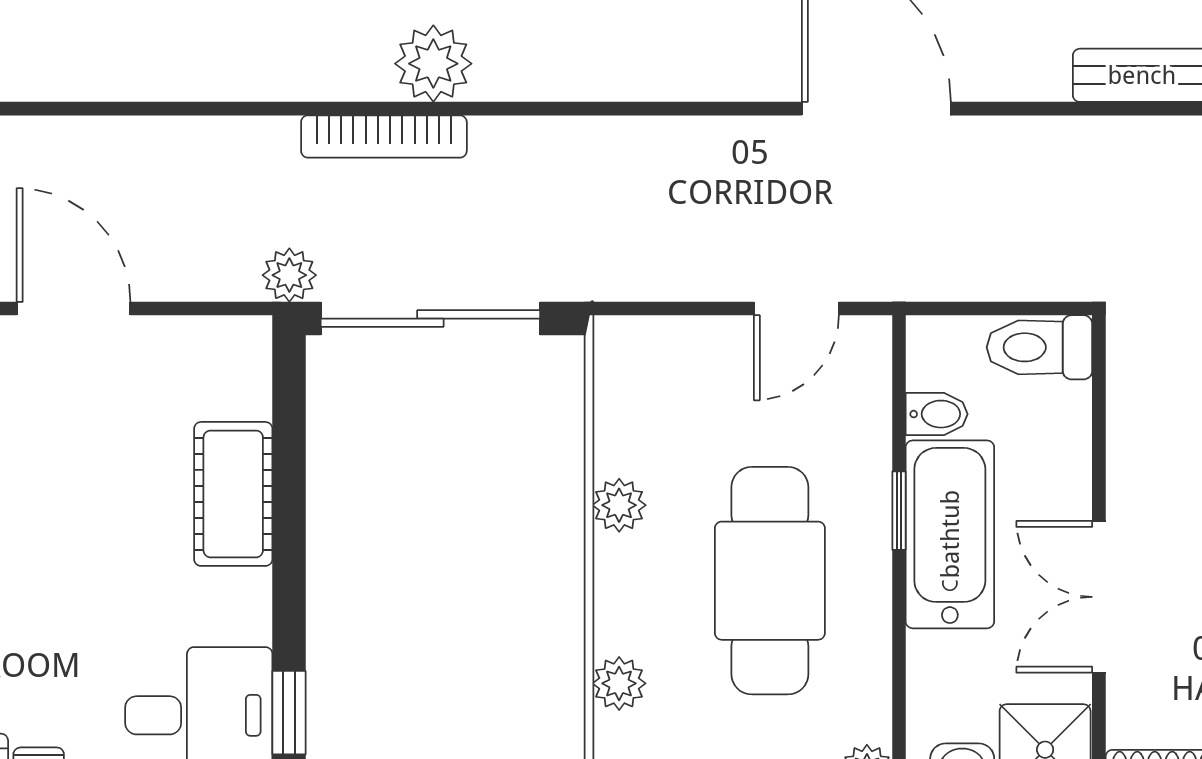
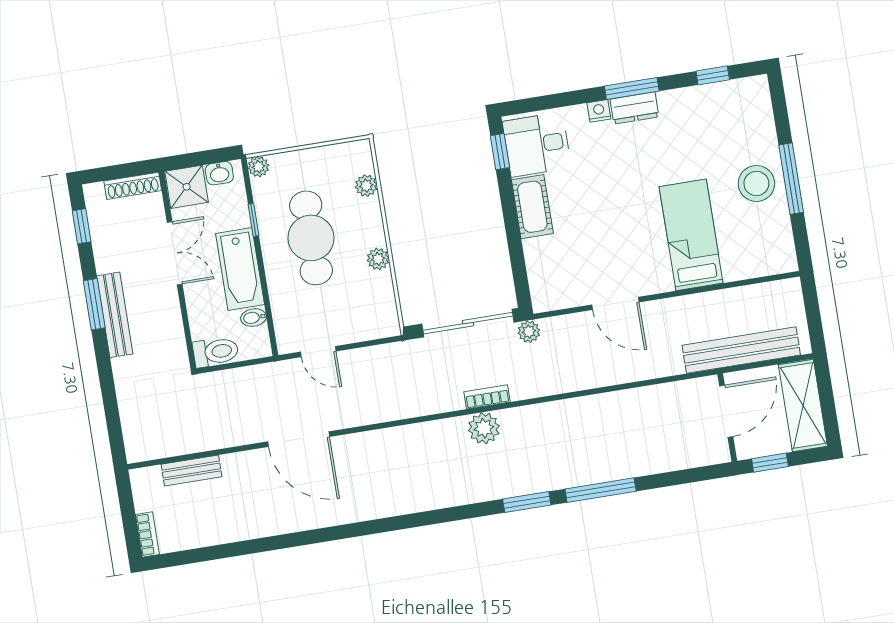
bookcase: (384, 136) -> (487, 397), width x0.64
door: (796, 309) -> (318, 352), swing flipped
cot: (233, 494) -> (532, 207), moved
window: (899, 511) -> (254, 220), moved

